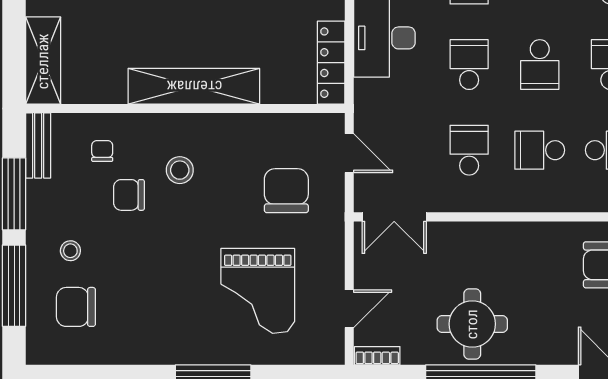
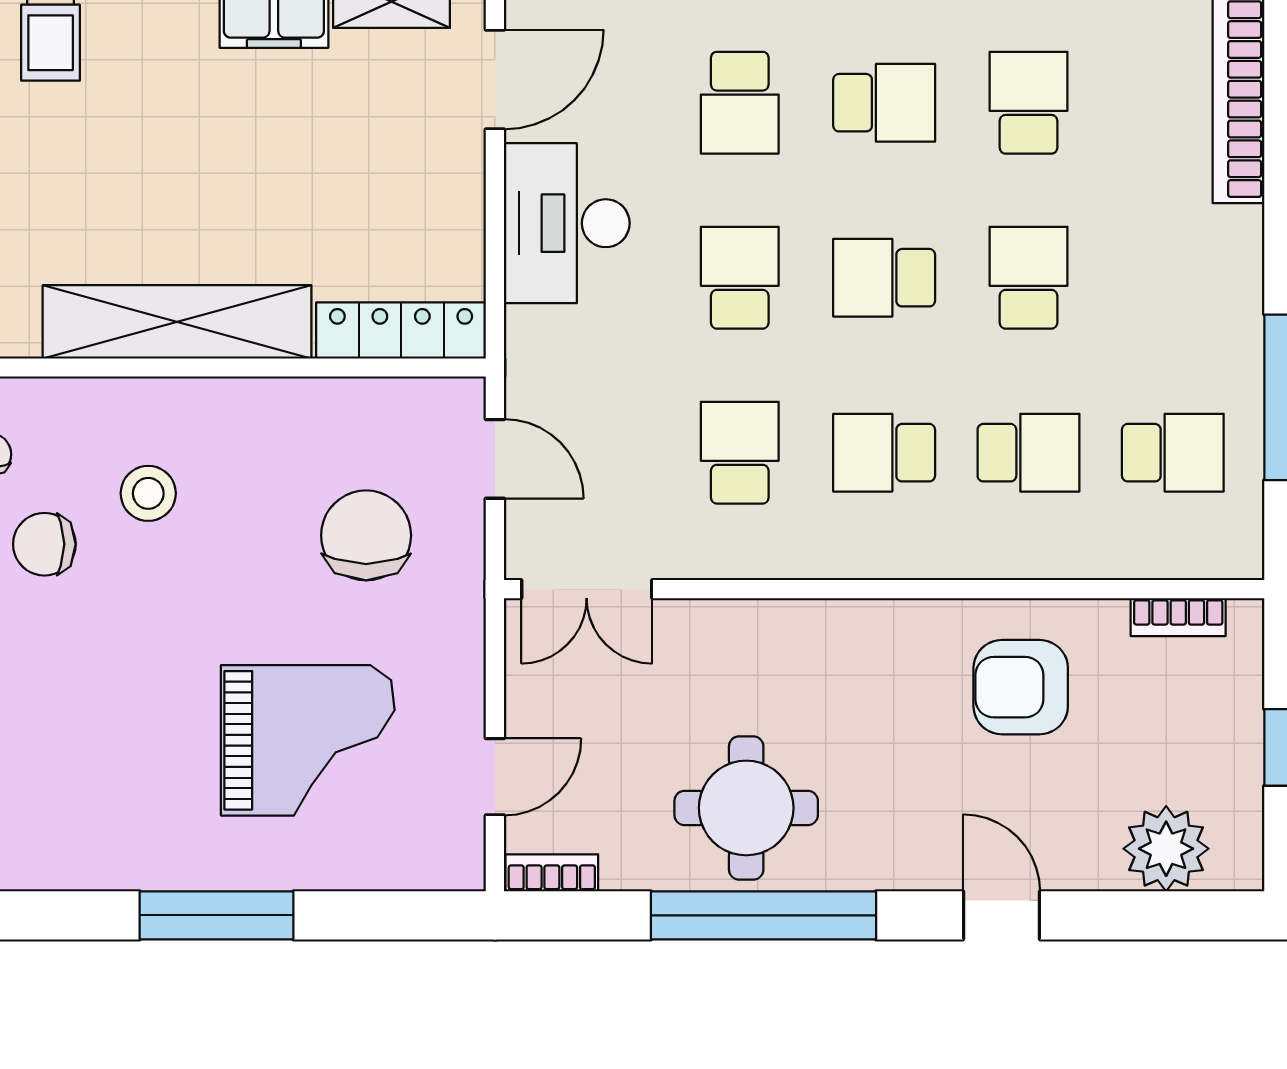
locker: (331, 63) -> (401, 330), moved, turned 90
school desk: (540, 65) -> (884, 278), turned 90
grand piano: (258, 291) -> (308, 740), turned -90

